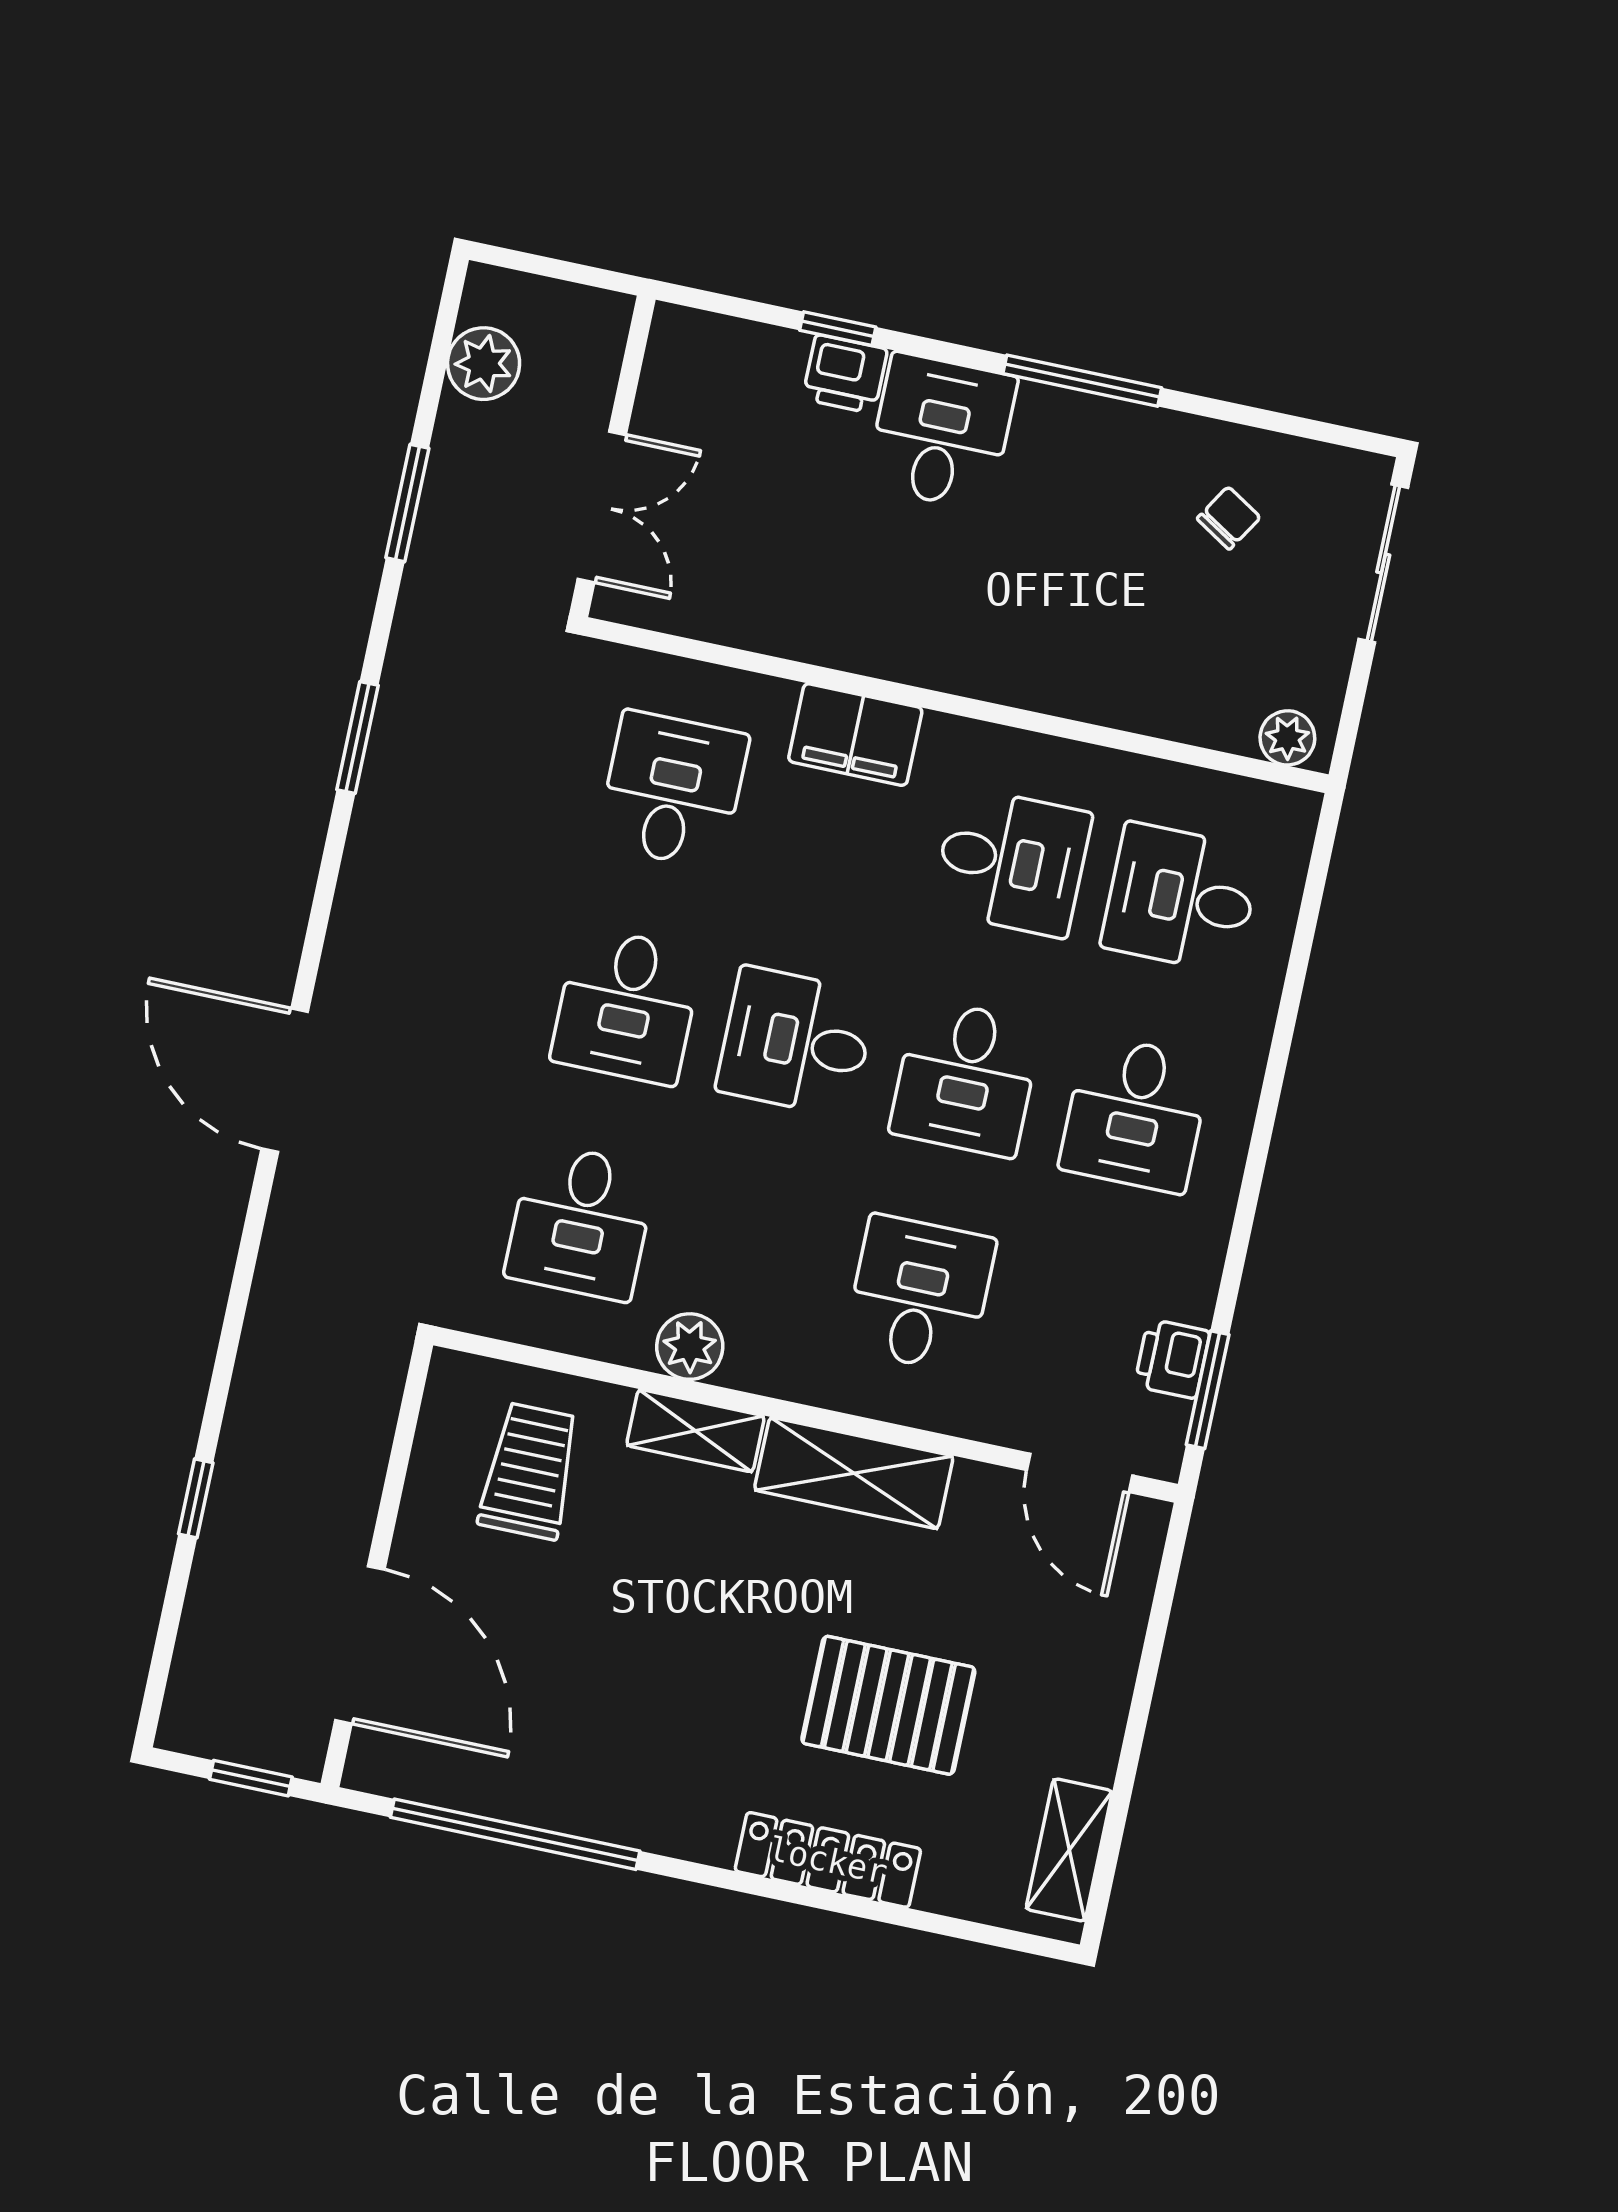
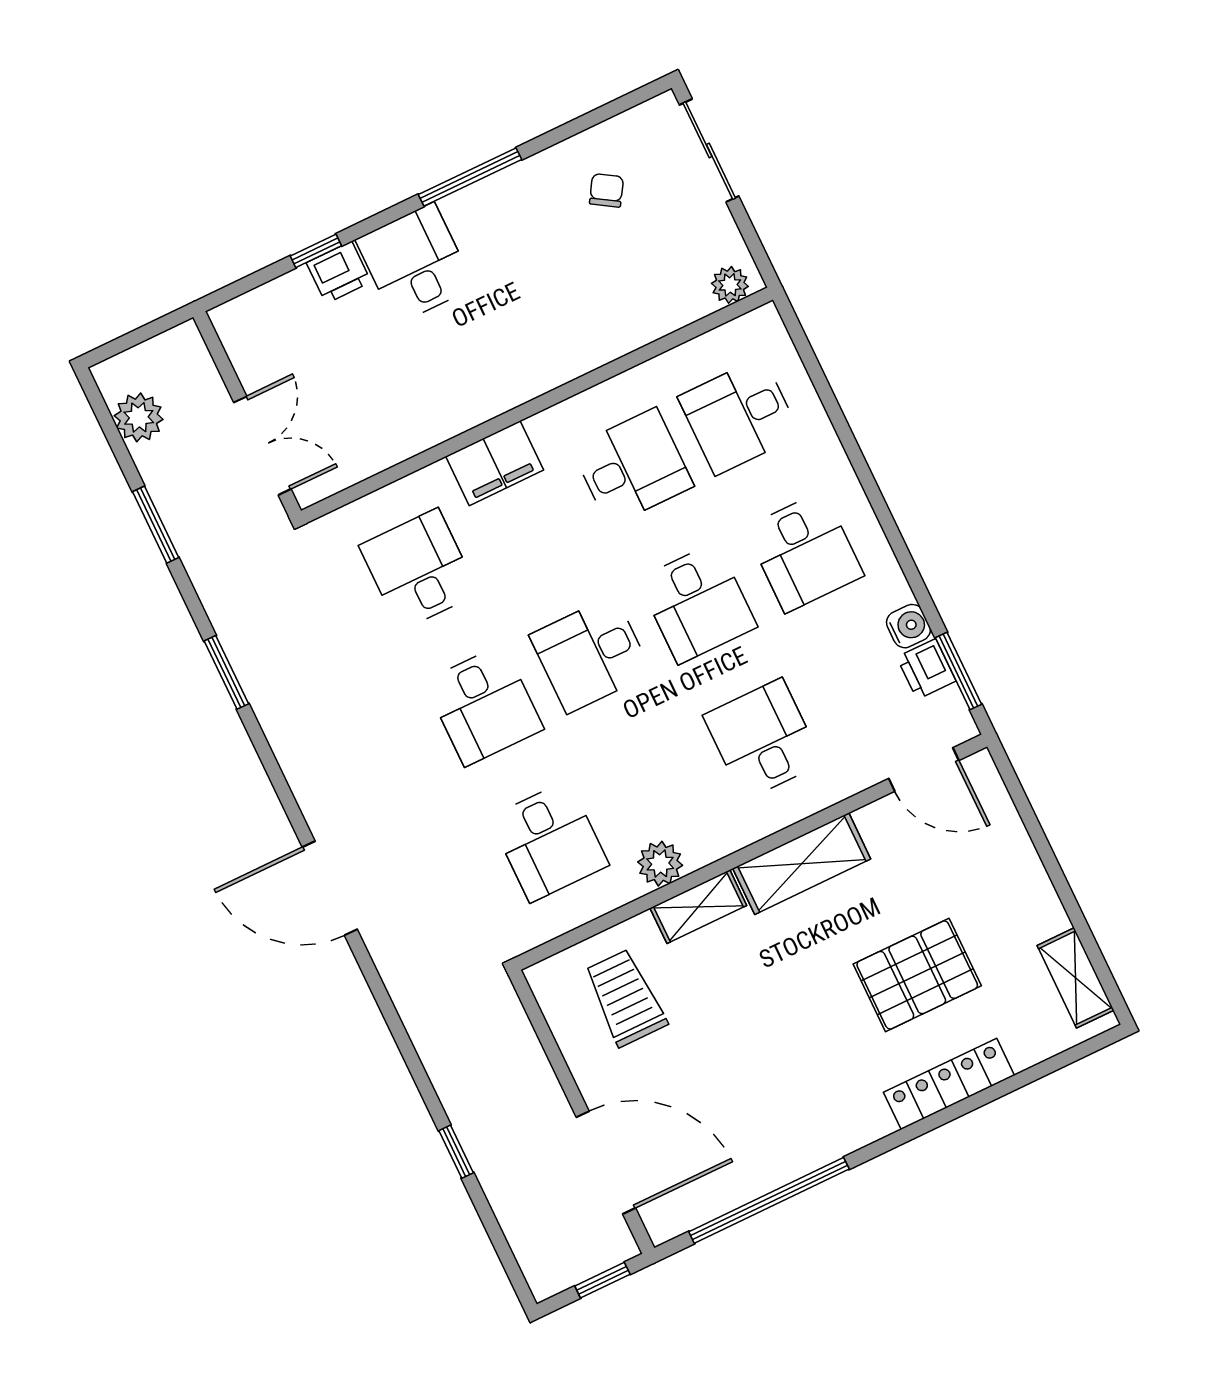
water cooler: (1190, 1293) -> (908, 626), added

